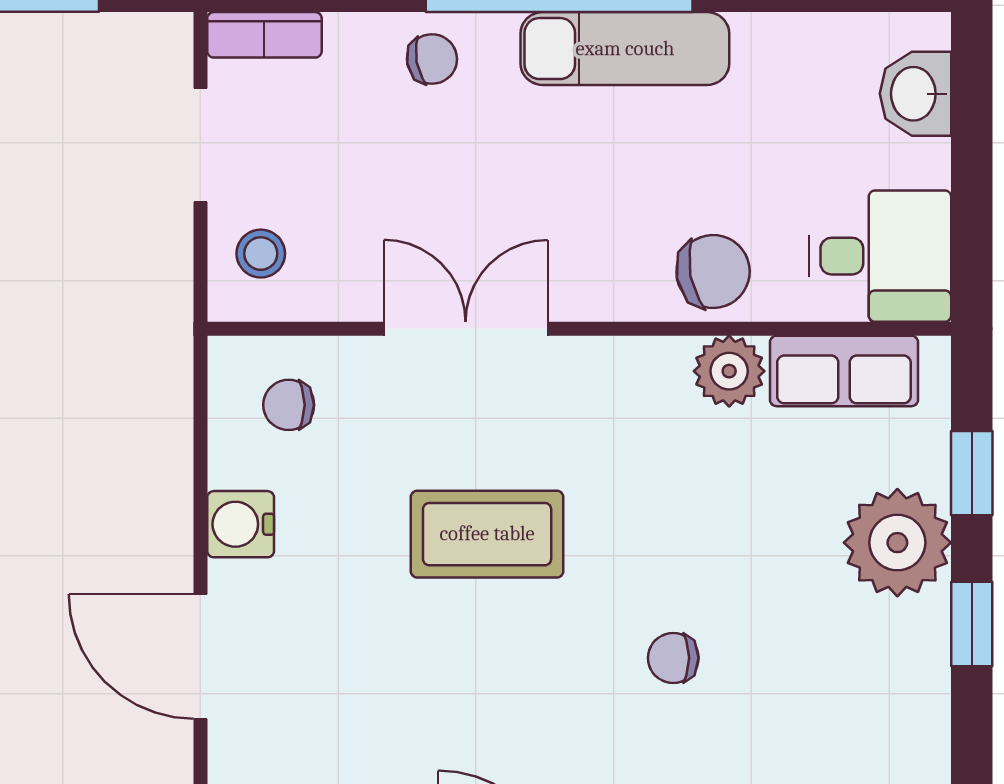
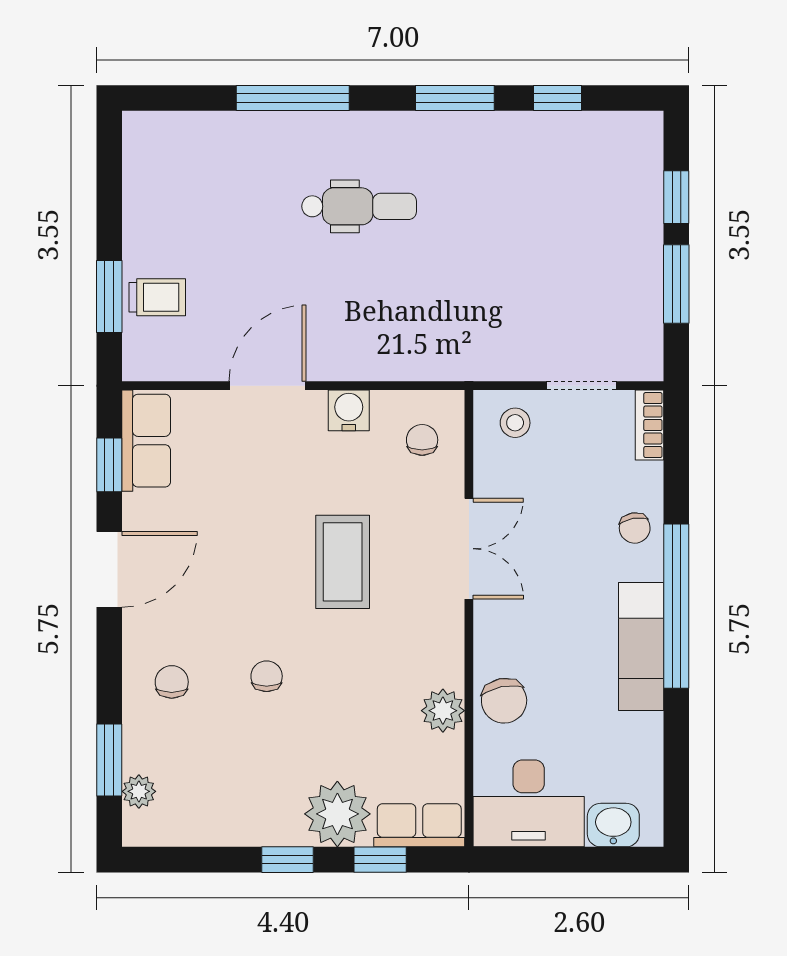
desk: (880, 256) -> (529, 803), width x1.37
row of seats: (844, 371) -> (419, 825), moved, turned 90

